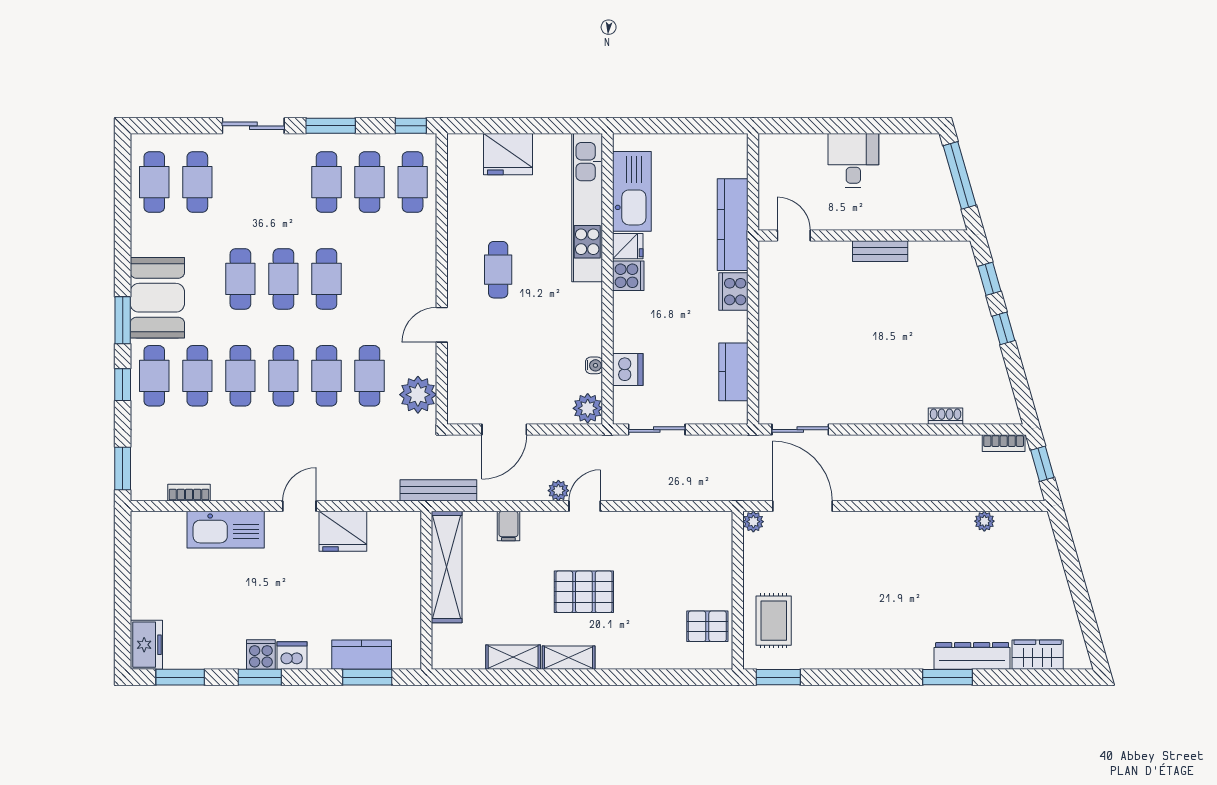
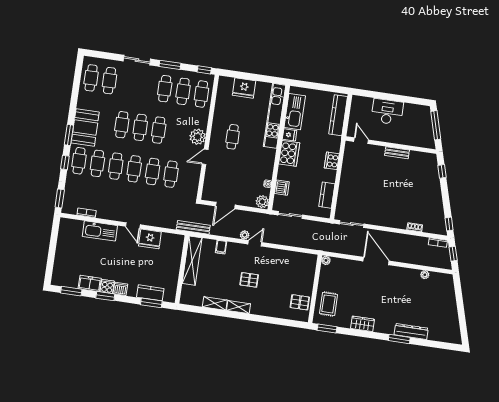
desk: (853, 161) -> (387, 112), width x1.37
kitchen counter: (733, 225) -> (338, 115), moved
cooker: (628, 276) -> (289, 153), width x1.87, depth x1.31
window: (1004, 328) -> (449, 224), moved
plant: (418, 395) -> (198, 137), moved
door: (299, 506) -> (133, 225), swing flipped
door: (802, 506) -> (376, 261), moved
pallet: (584, 592) -> (249, 280), width x0.67, depth x0.71
freezer: (146, 645) -> (90, 283), moved, turned -90
wardrobe: (1038, 655) -> (362, 324), moved

